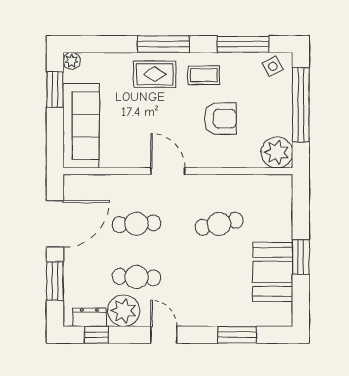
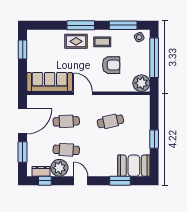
plant: (72, 61) -> (32, 34), removed
sofa: (81, 126) -> (50, 82), moved, turned -90
booth: (273, 272) -> (134, 166), moved, turned 90

